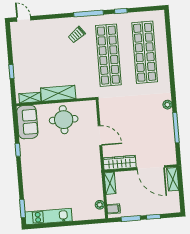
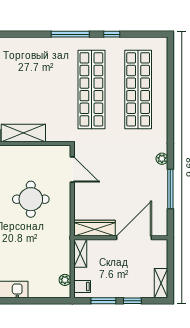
trolley: (77, 35) -> (53, 60), removed
round table: (64, 120) -> (31, 199), moved
door: (100, 136) -> (72, 170), moved
door: (151, 168) -> (134, 238), swing flipped
shelving: (173, 179) -> (161, 283), moved

